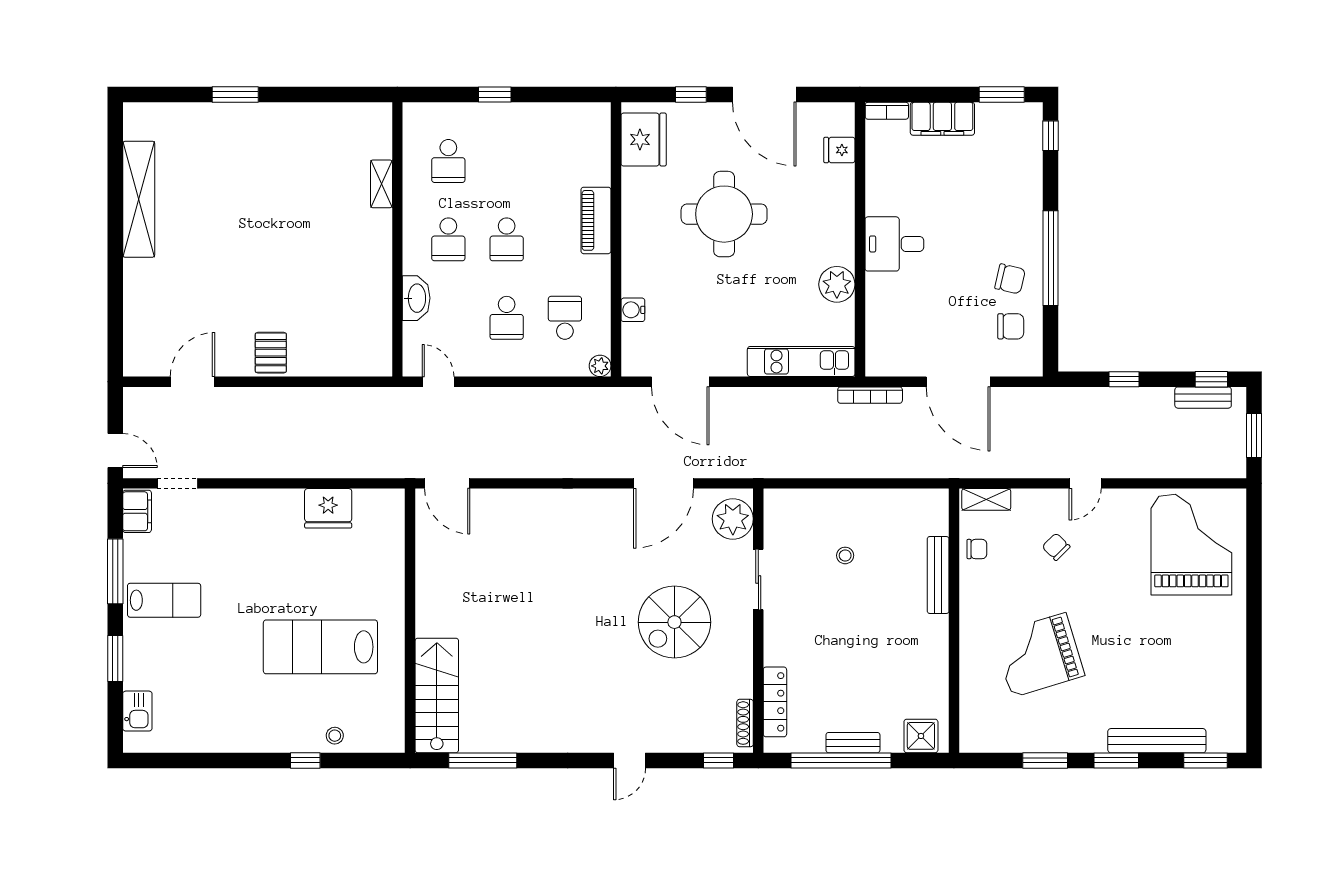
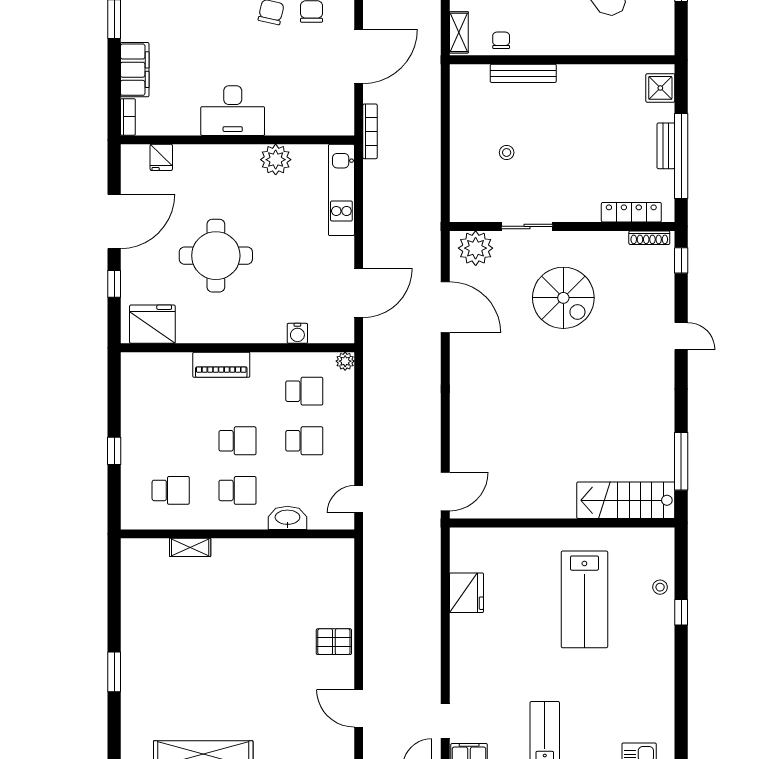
desk: (894, 244) -> (233, 111), width x1.37
school desk: (565, 318) -> (304, 391), turned 180

